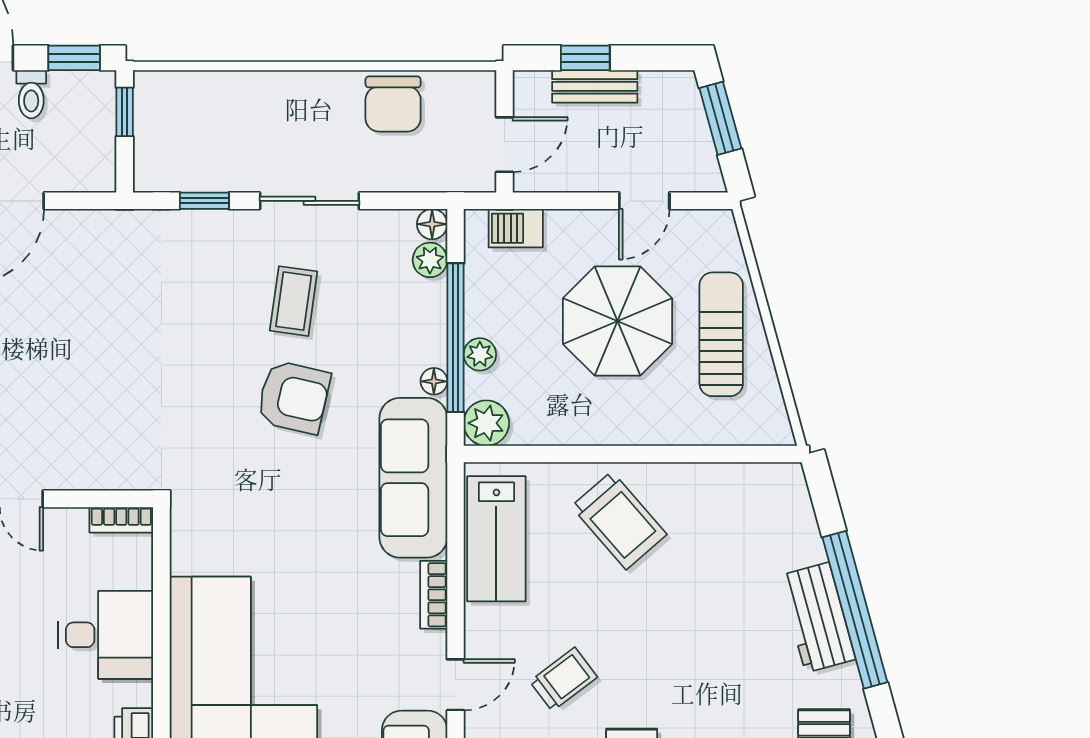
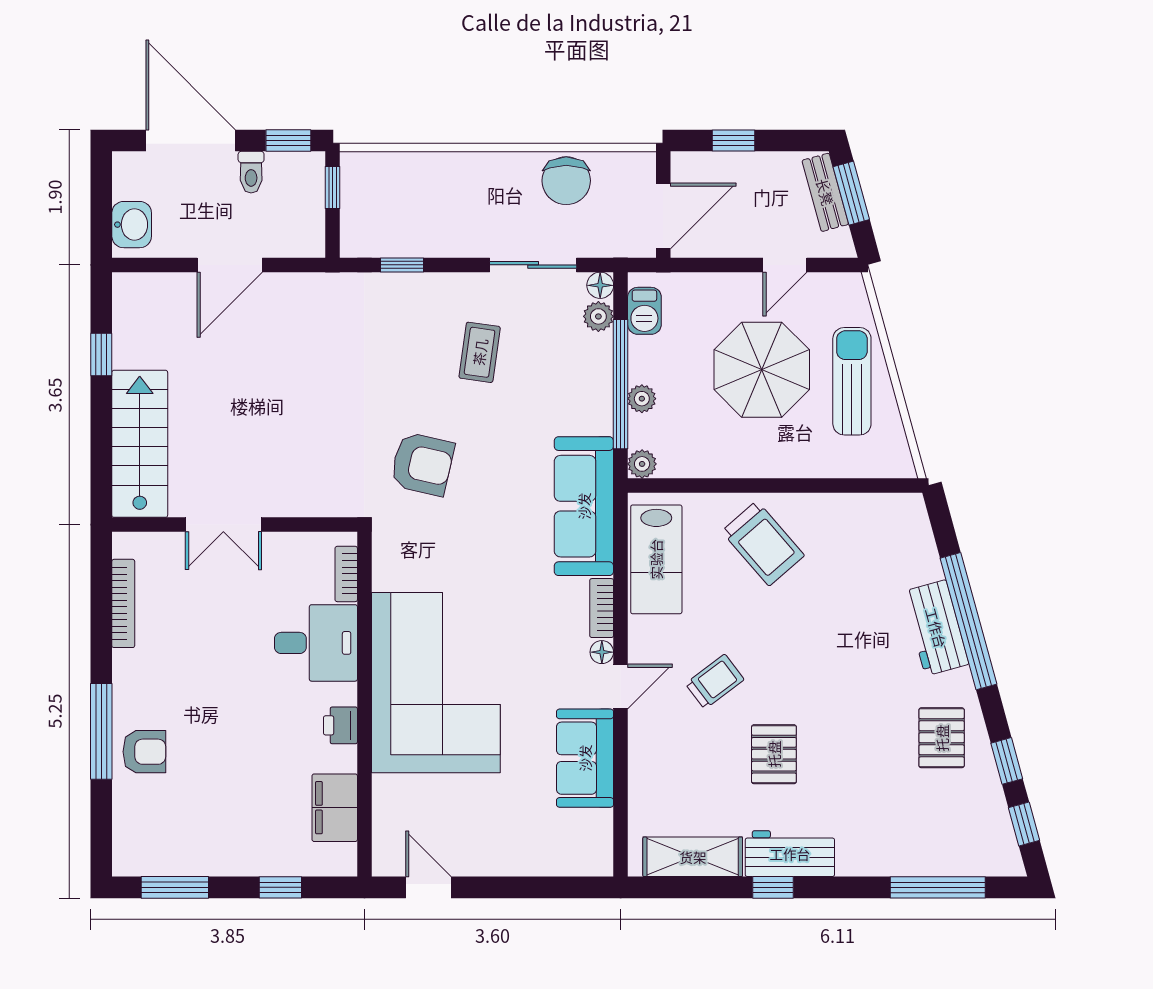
bench: (595, 86) -> (825, 192), moved, turned 75
door: (504, 145) -> (663, 216), width x1.38
sliding door: (309, 201) -> (533, 265), moved
barbecue: (516, 228) -> (644, 311), moved, turned -90
floor lamp: (434, 381) -> (602, 652), moved
armchair: (294, 397) -> (422, 464), moved
plant: (486, 423) -> (642, 464), width x0.73, depth x0.73
bookcase: (121, 520) -> (346, 574), moved, turned 90

